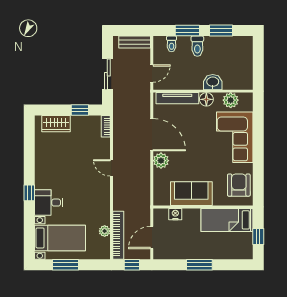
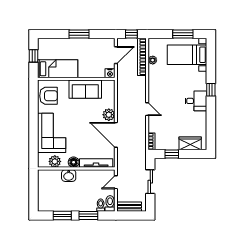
toilet: (197, 46) -> (110, 203), moved
armchair: (239, 185) -> (48, 96), turned -90
desk: (49, 203) -> (196, 101), moved
nightstand: (175, 214) -> (110, 73), moved

